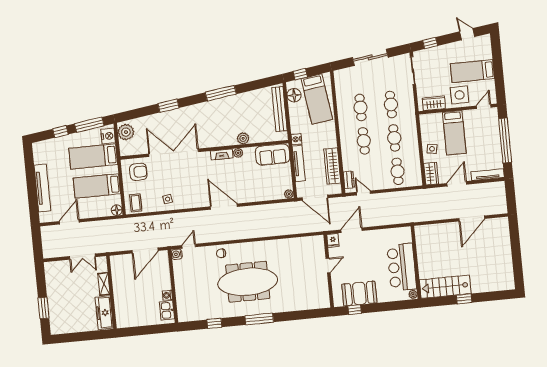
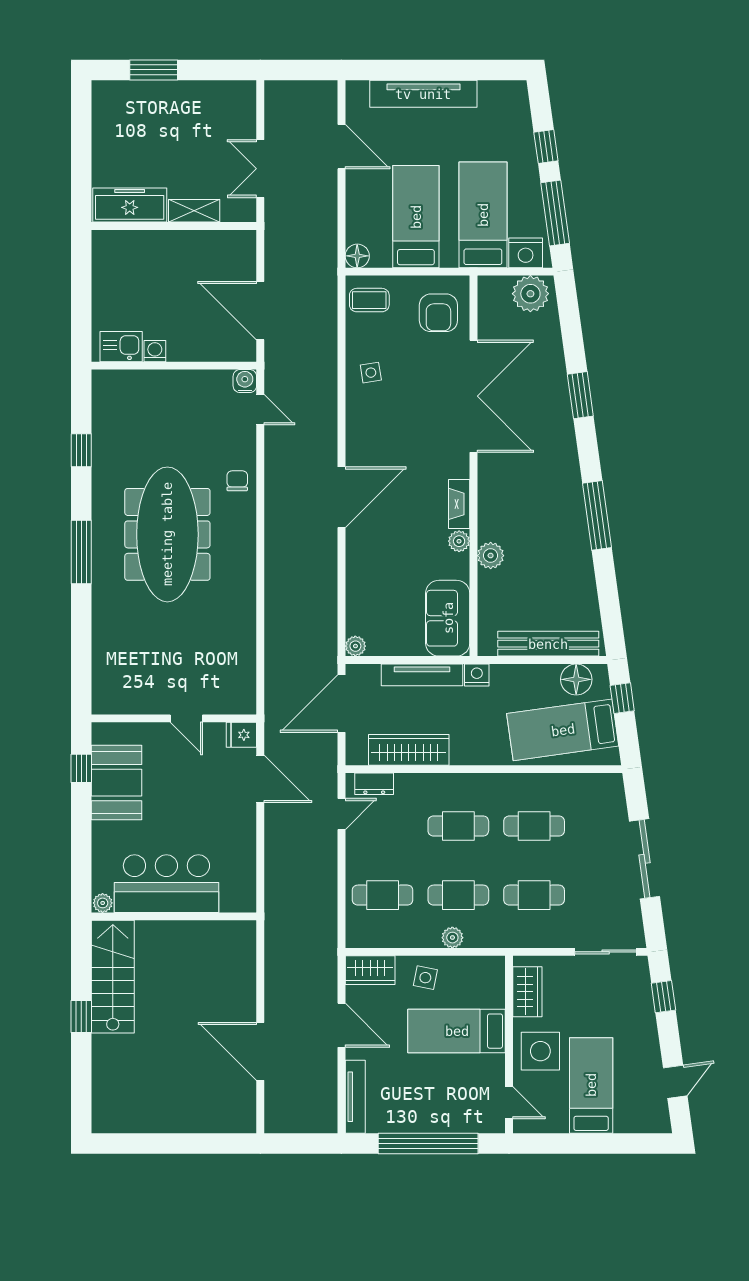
plant: (413, 139) -> (452, 938), added

